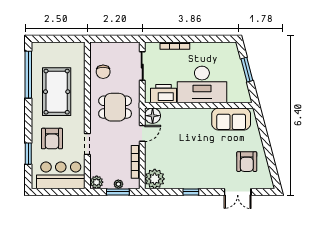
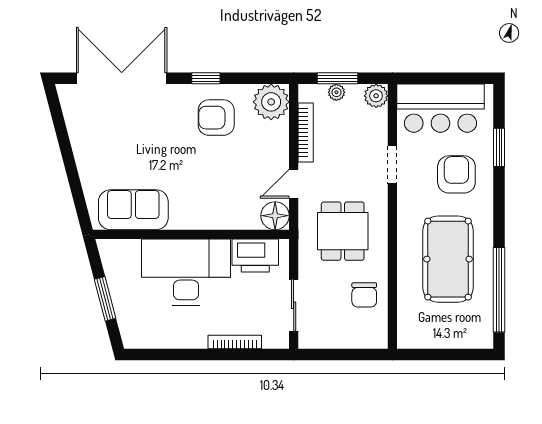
chair: (103, 72) -> (364, 295), turned 180
dining table: (115, 107) -> (343, 231), turned 90
armchair: (247, 162) -> (216, 118), moved, turned -90
double door: (238, 192) -> (122, 78), width x1.87

